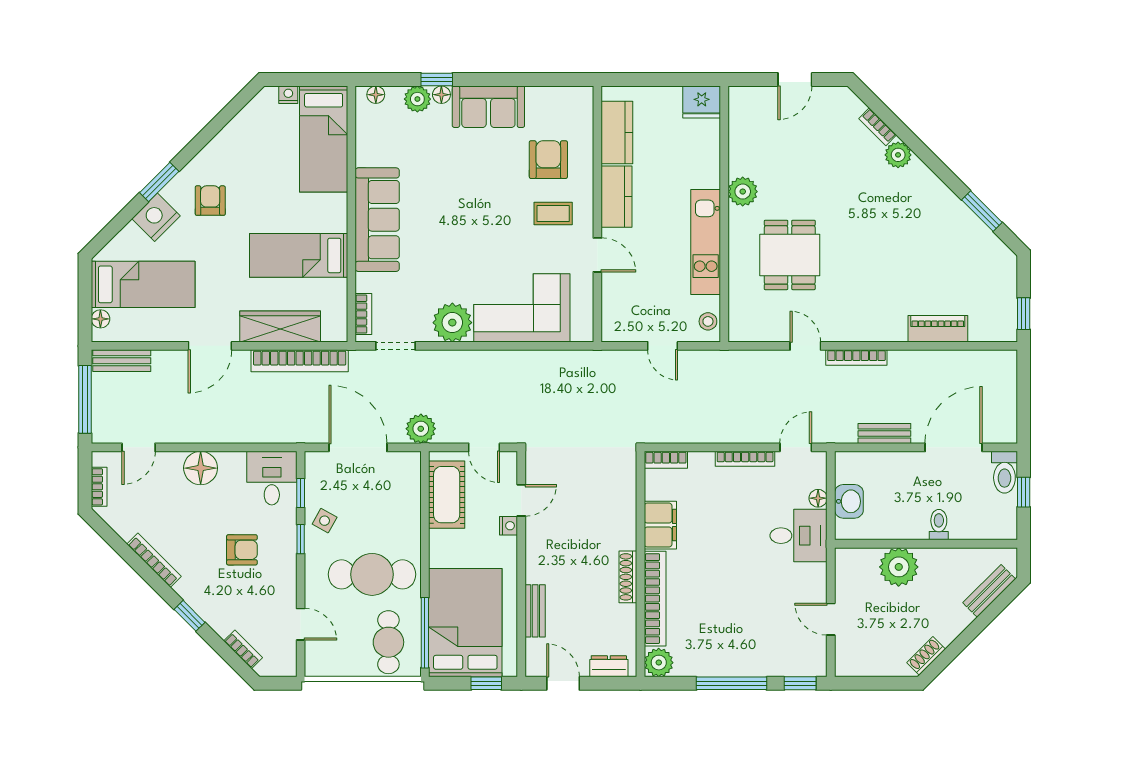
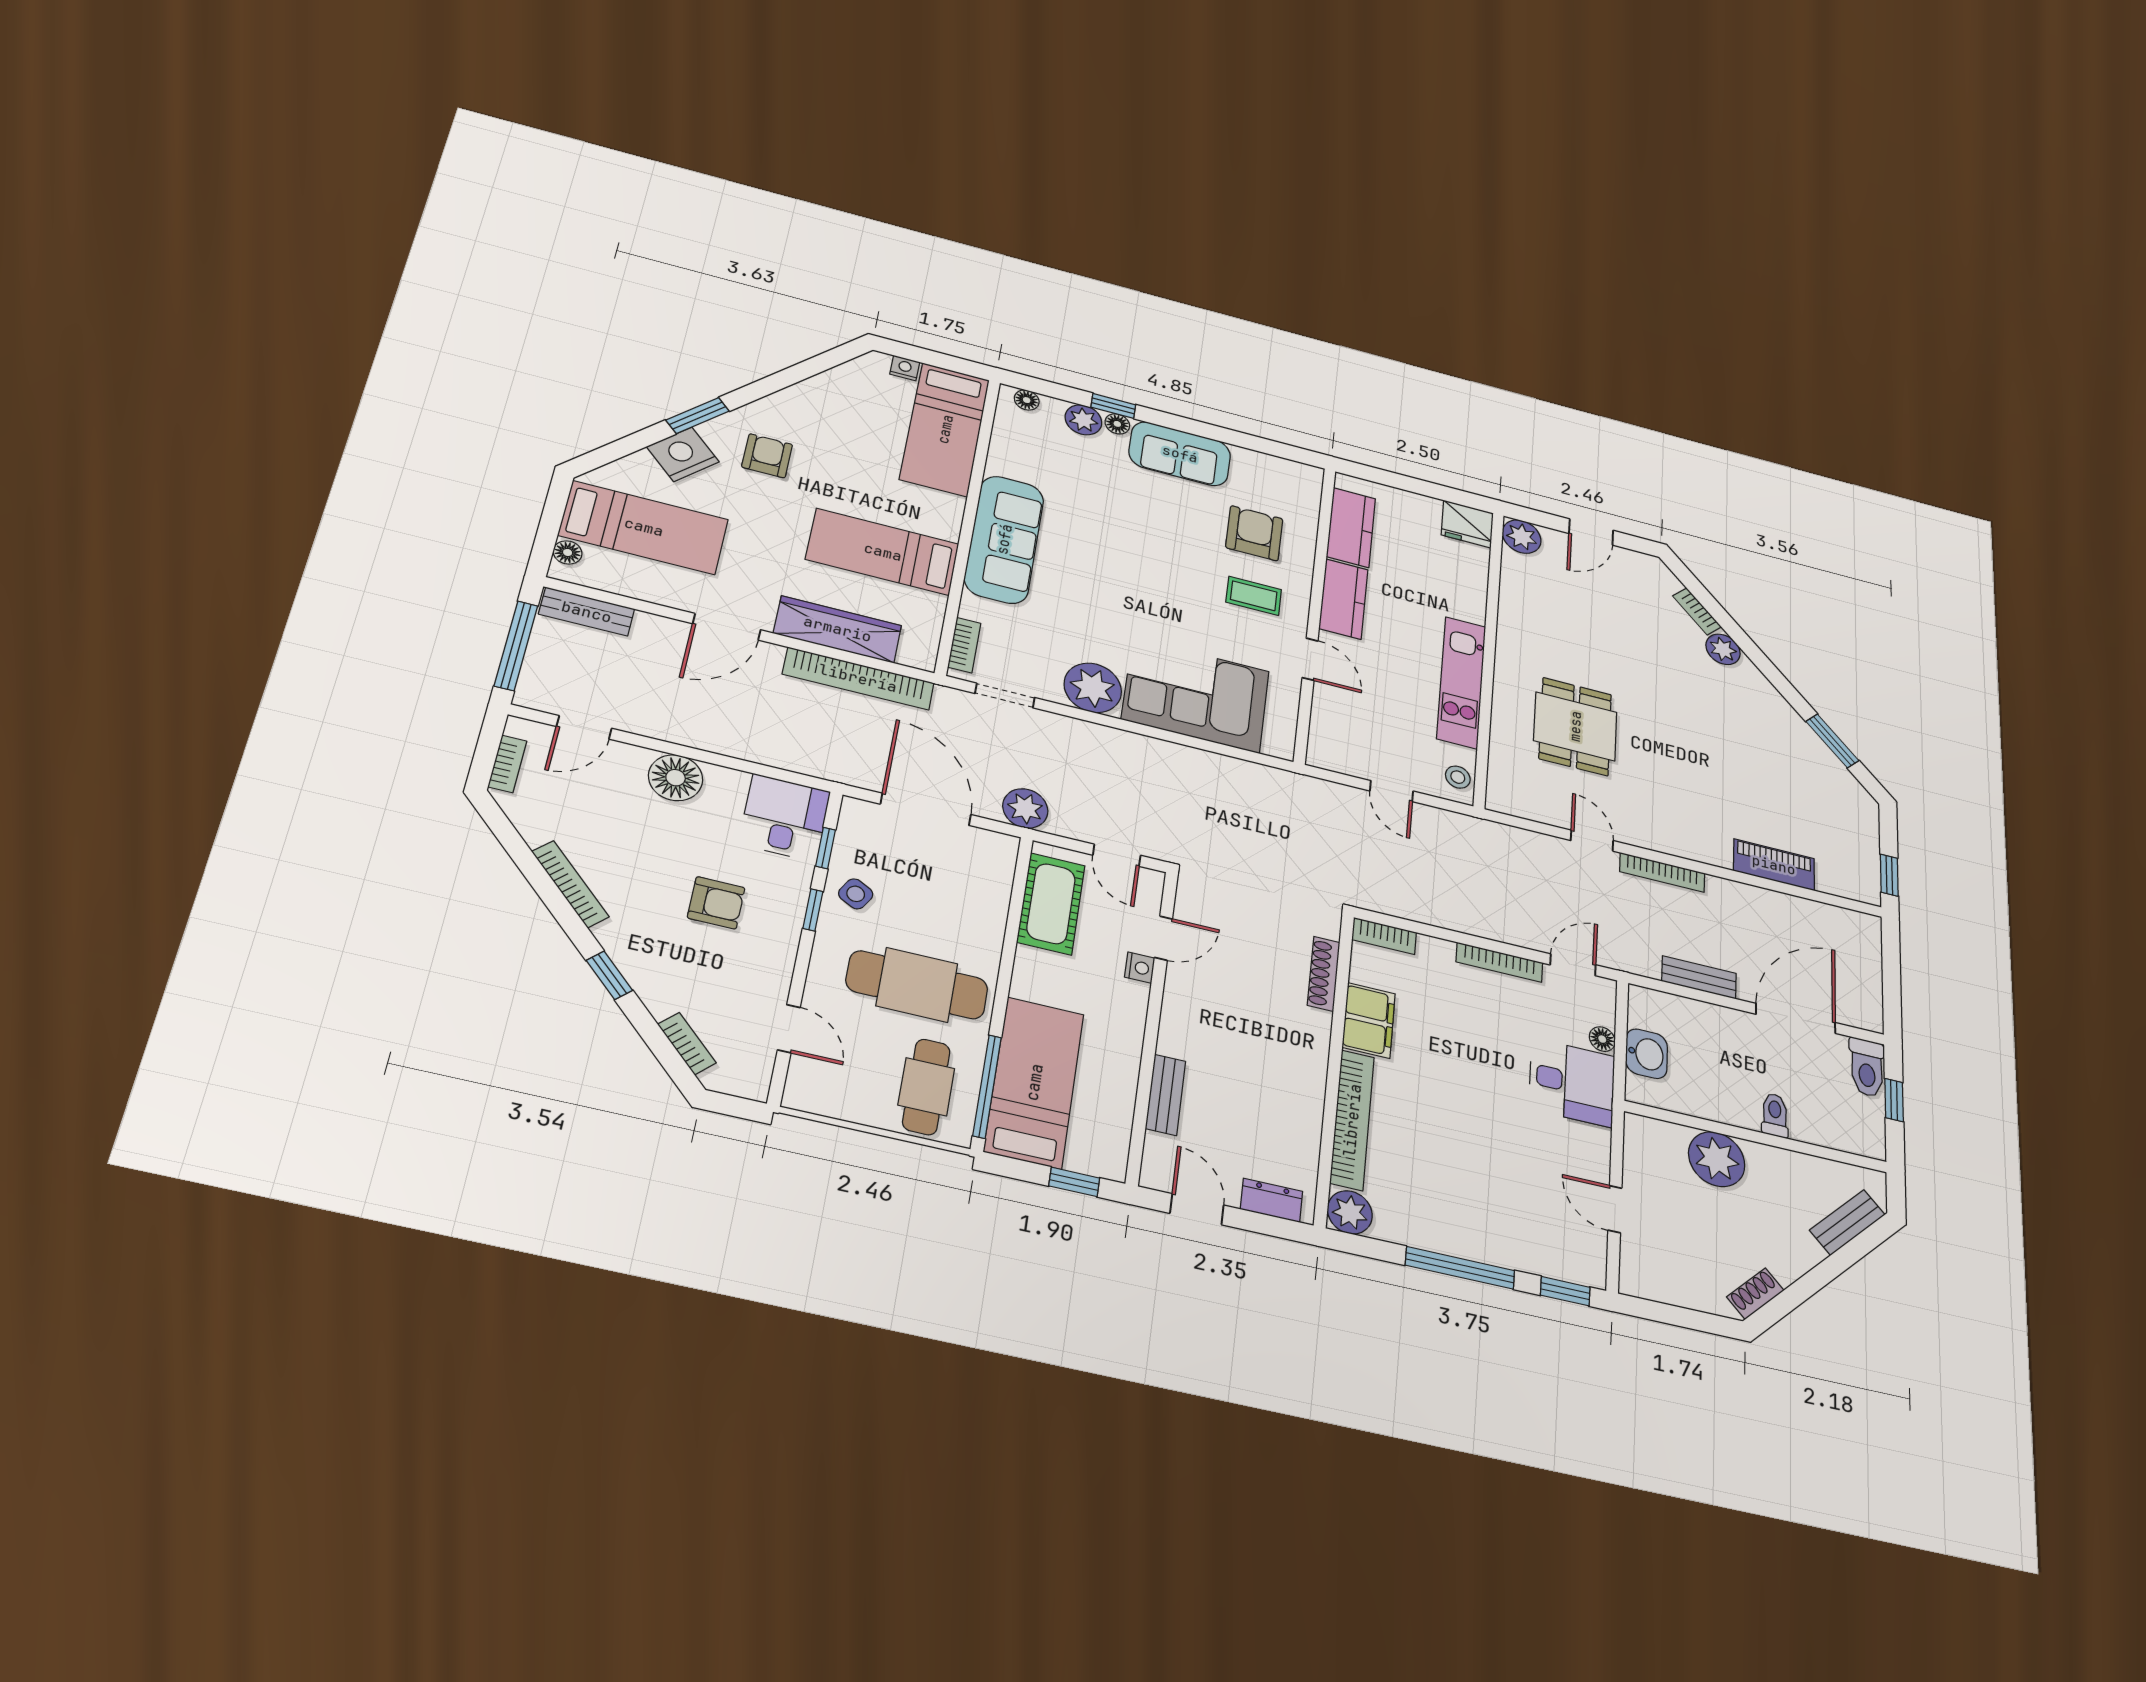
plant: (743, 192) -> (1522, 537), moved
shoe rack: (628, 577) -> (1324, 974), moved
bed: (465, 623) -> (1034, 1082), width x0.67

